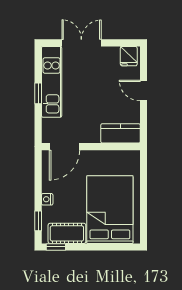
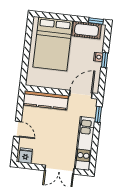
window: (38, 93) -> (98, 114), moved
kitchen counter: (120, 133) -> (46, 100), width x1.50
window: (38, 221) -> (105, 60), moved

